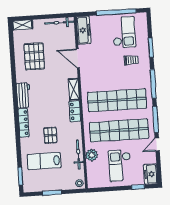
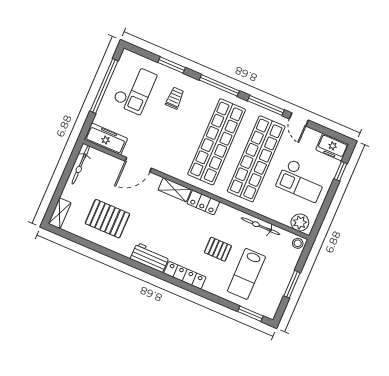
checkout: (124, 32) -> (135, 89), turned 90
plant: (92, 155) -> (300, 222), moved

